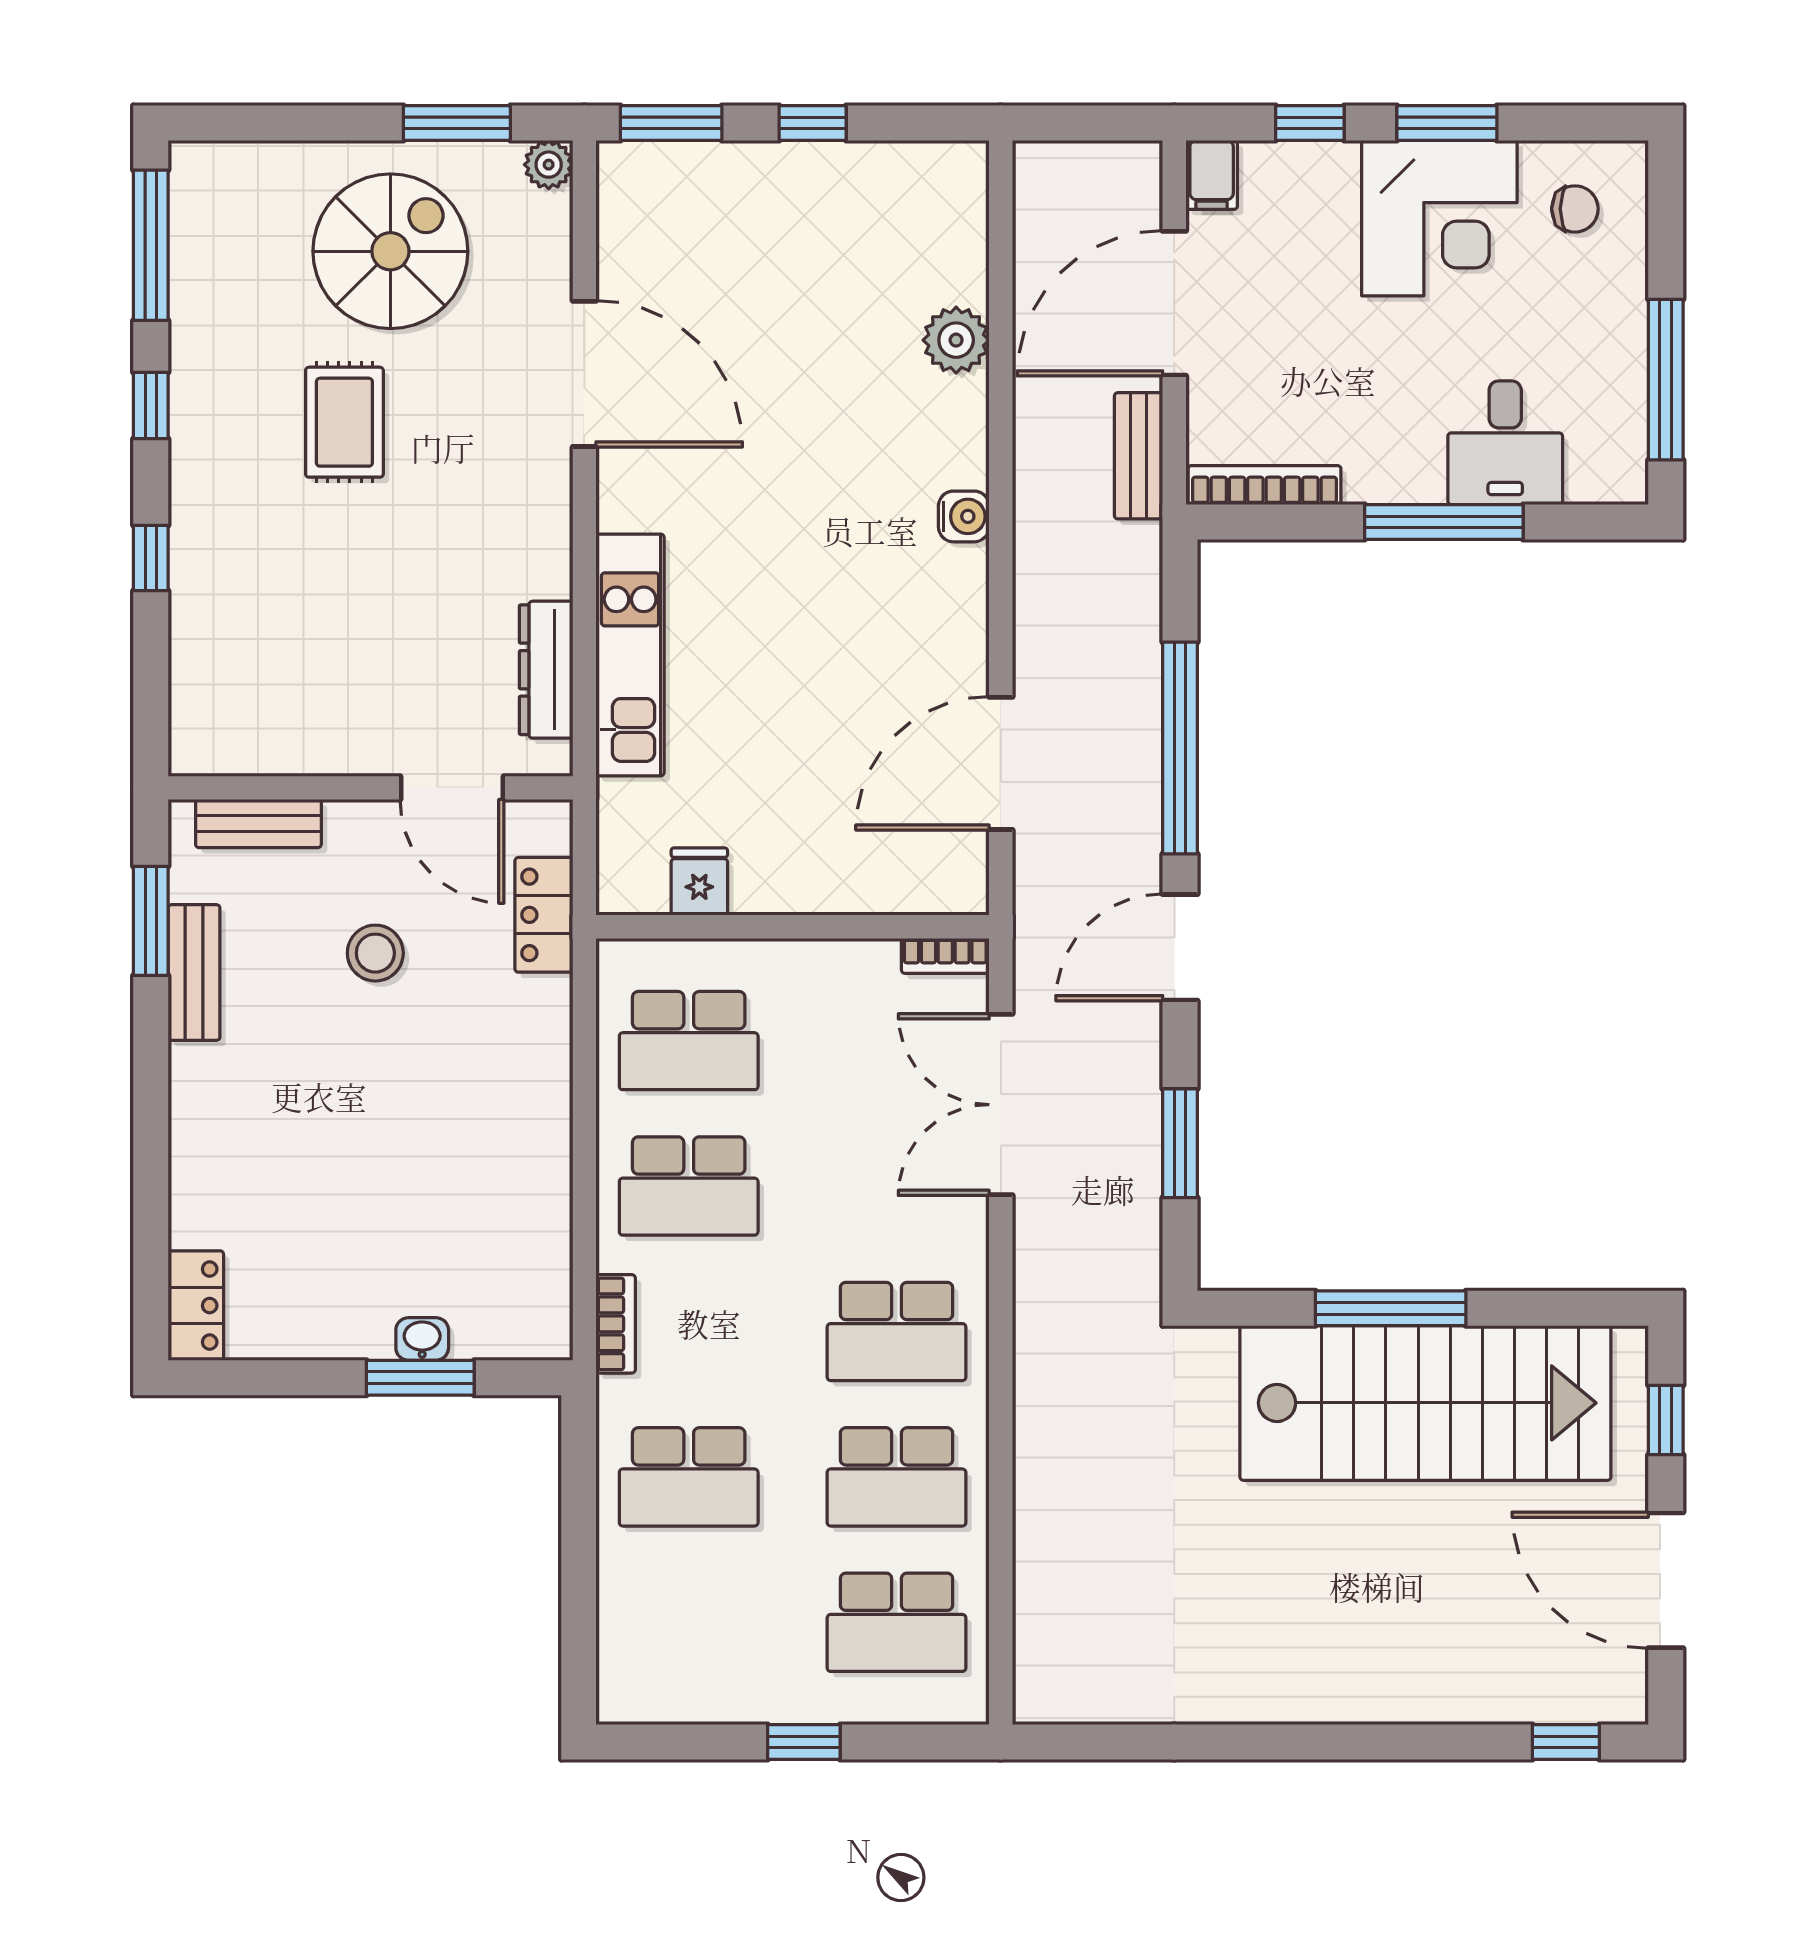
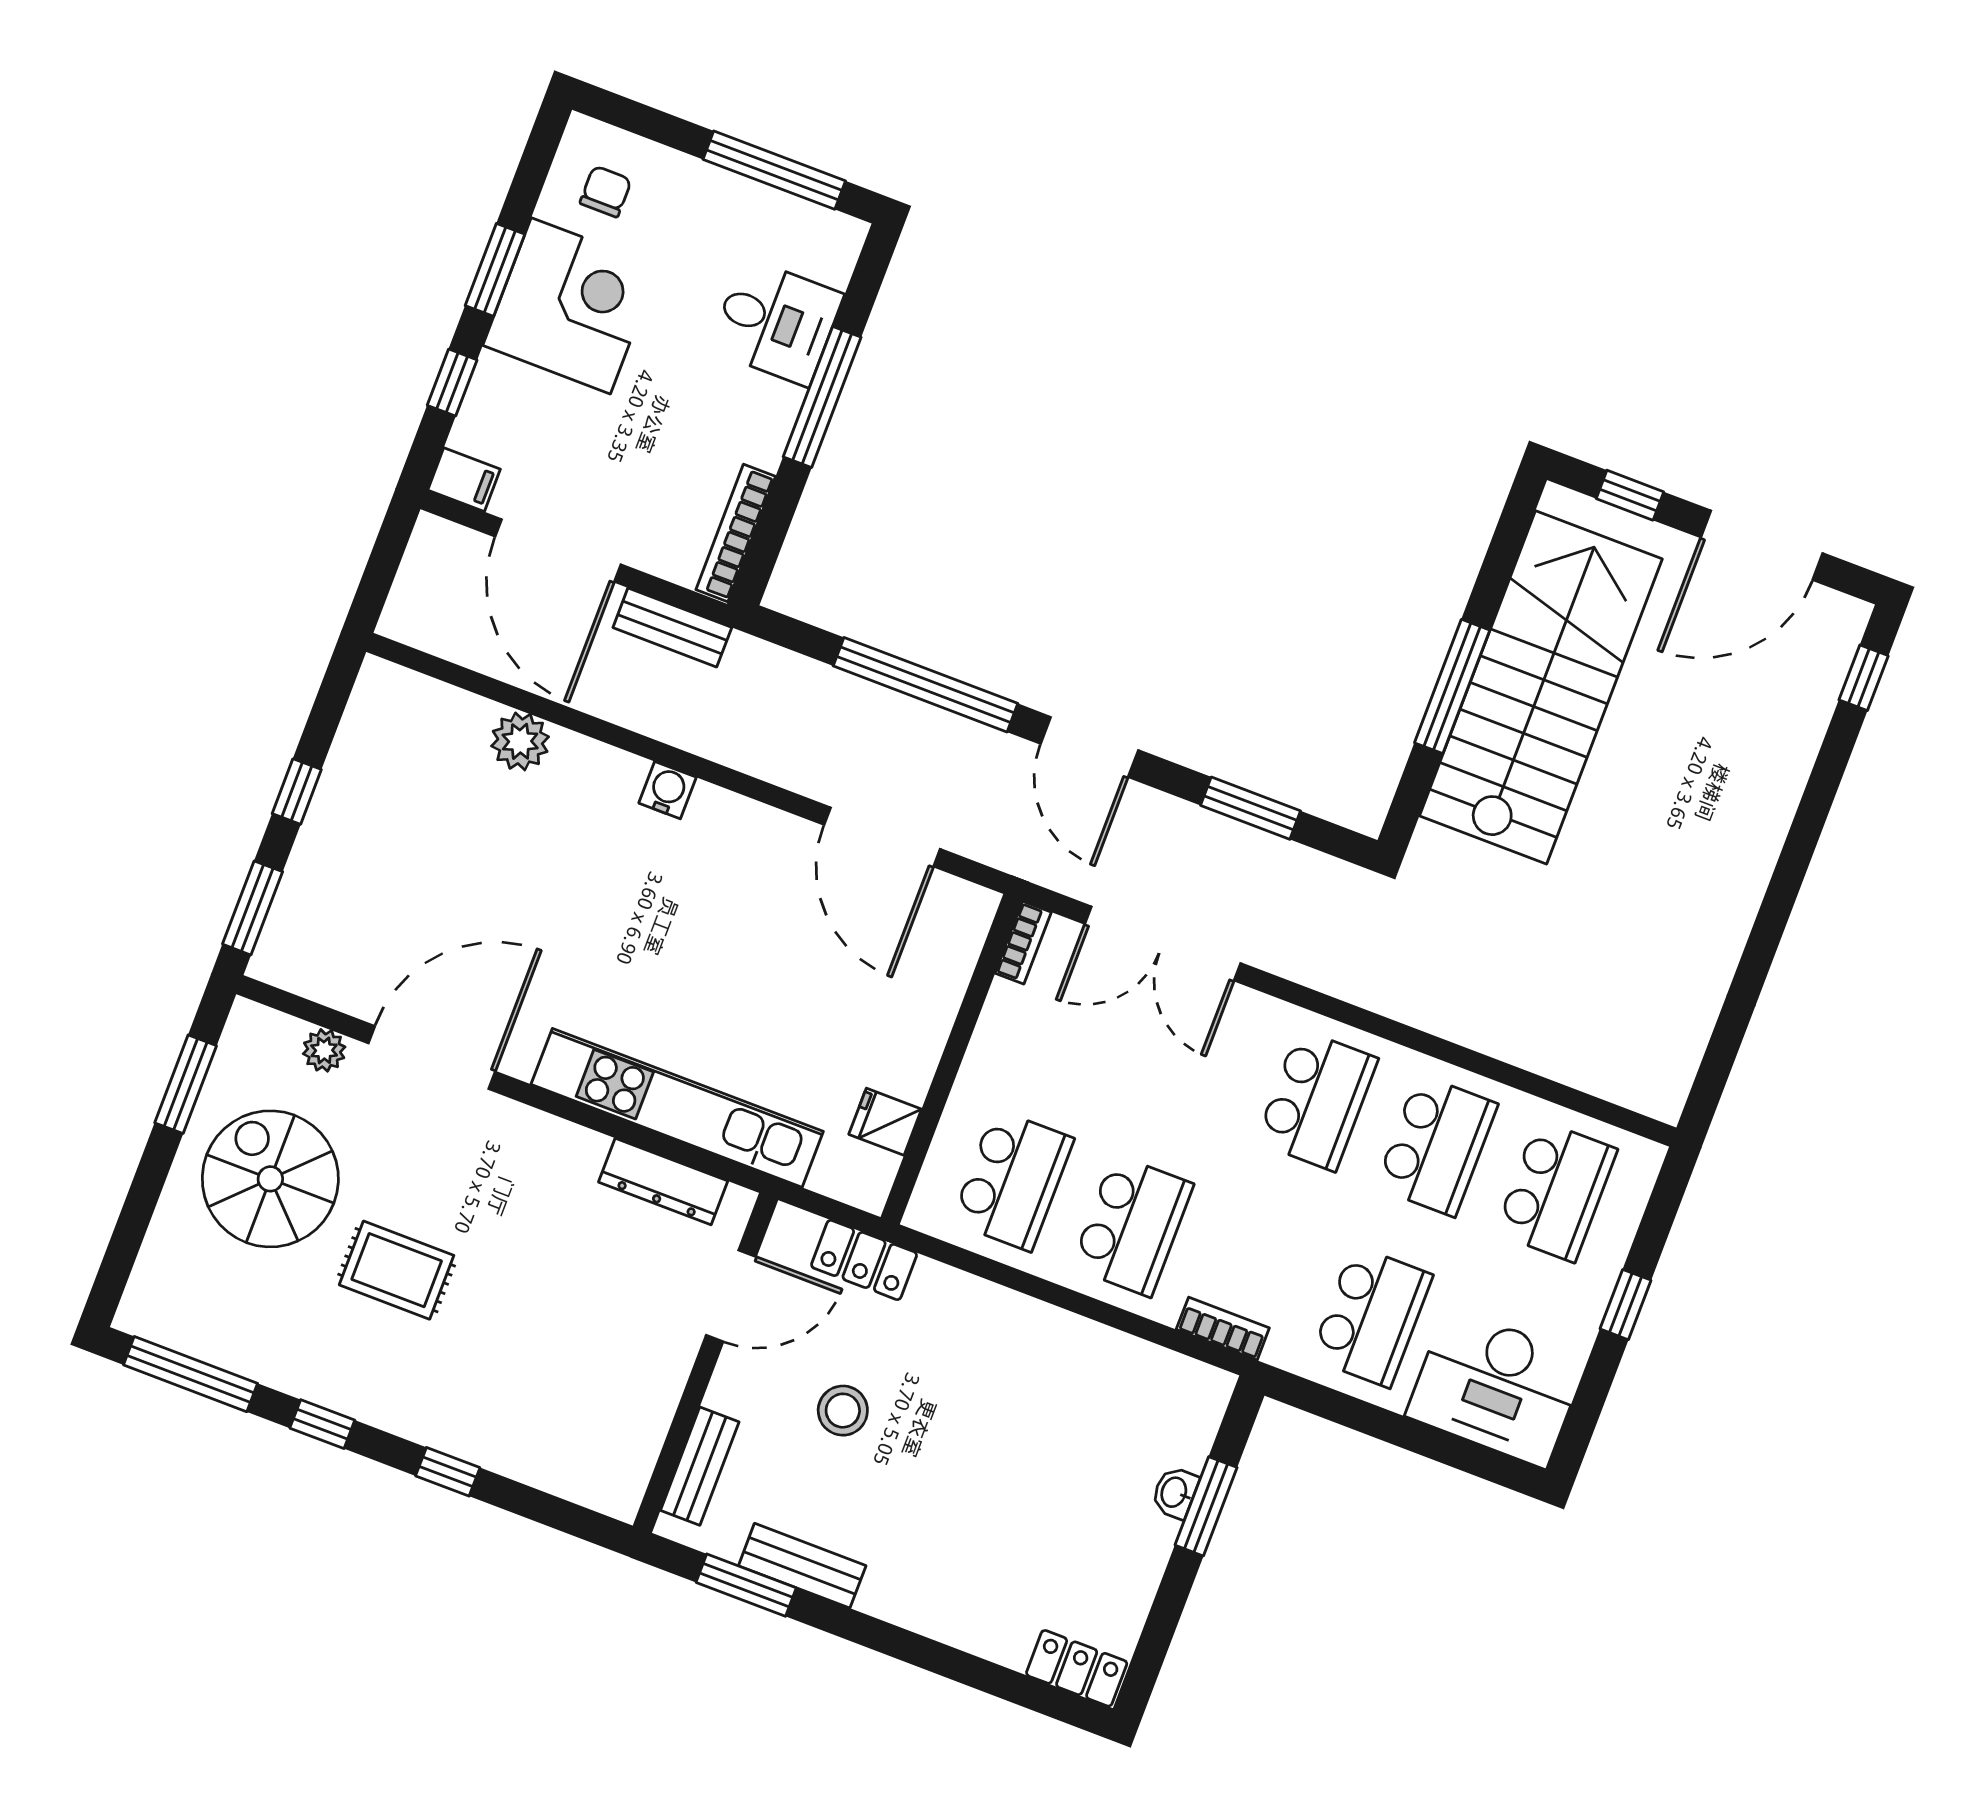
plant: (549, 165) -> (324, 1050), moved
kitchen unit: (630, 655) -> (677, 1108), width x1.36
desk: (664, 1638) -> (1496, 1387), added

